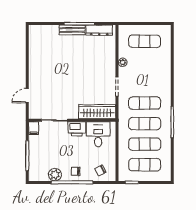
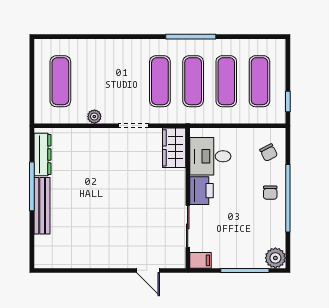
bench: (72, 30) -> (42, 206), width x1.36
wardrobe: (97, 112) -> (174, 148), width x0.67
plant: (55, 175) -> (275, 258), moved

